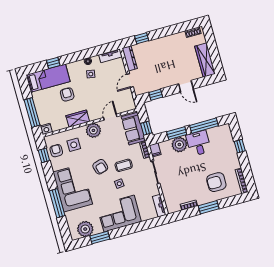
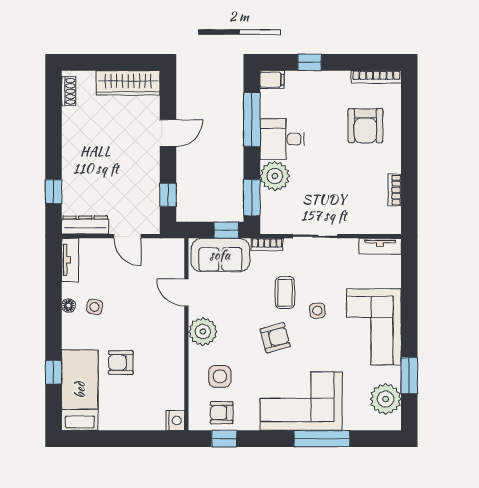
window: (32, 113) -> (137, 439), removed
wardrobe: (78, 119) -> (172, 355), removed
window: (177, 133) -> (252, 198), moved
filing cabinet: (155, 150) -> (272, 80), moved
window: (209, 207) -> (409, 153), removed

